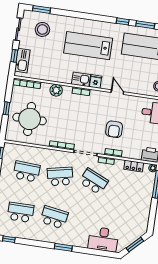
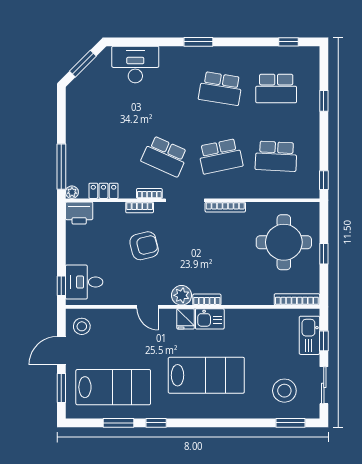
plant: (56, 90) -> (182, 295), moved
armchair: (114, 129) -> (144, 246), turned 76

